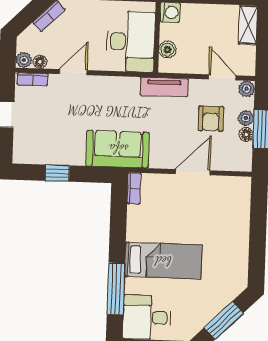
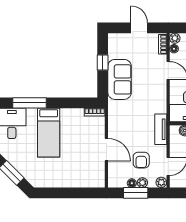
armchair: (211, 119) -> (141, 160), turned -90
sofa: (118, 149) -> (120, 79), moved

